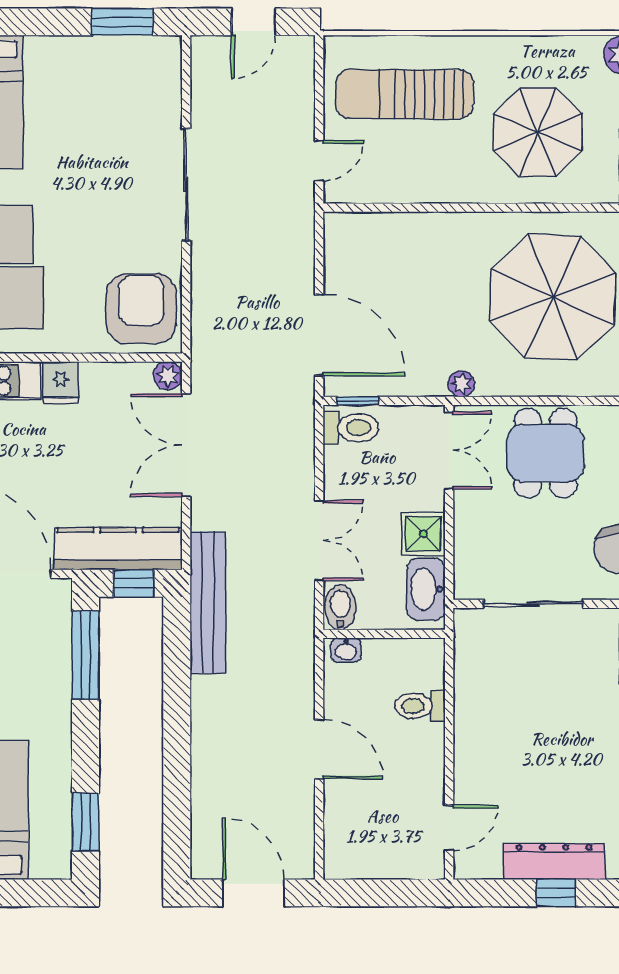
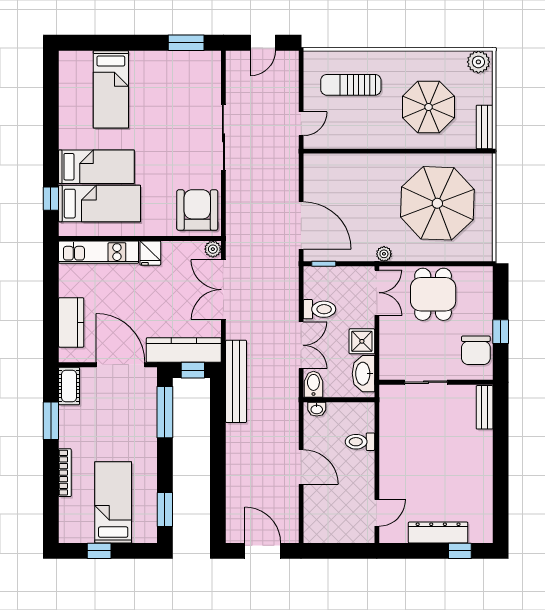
sun lounger: (405, 94) -> (351, 85), width x0.73, depth x0.75
toilet: (351, 428) -> (320, 309), moved
sliding door: (533, 604) -> (426, 382), width x0.73
window: (556, 893) -> (460, 551), moved

